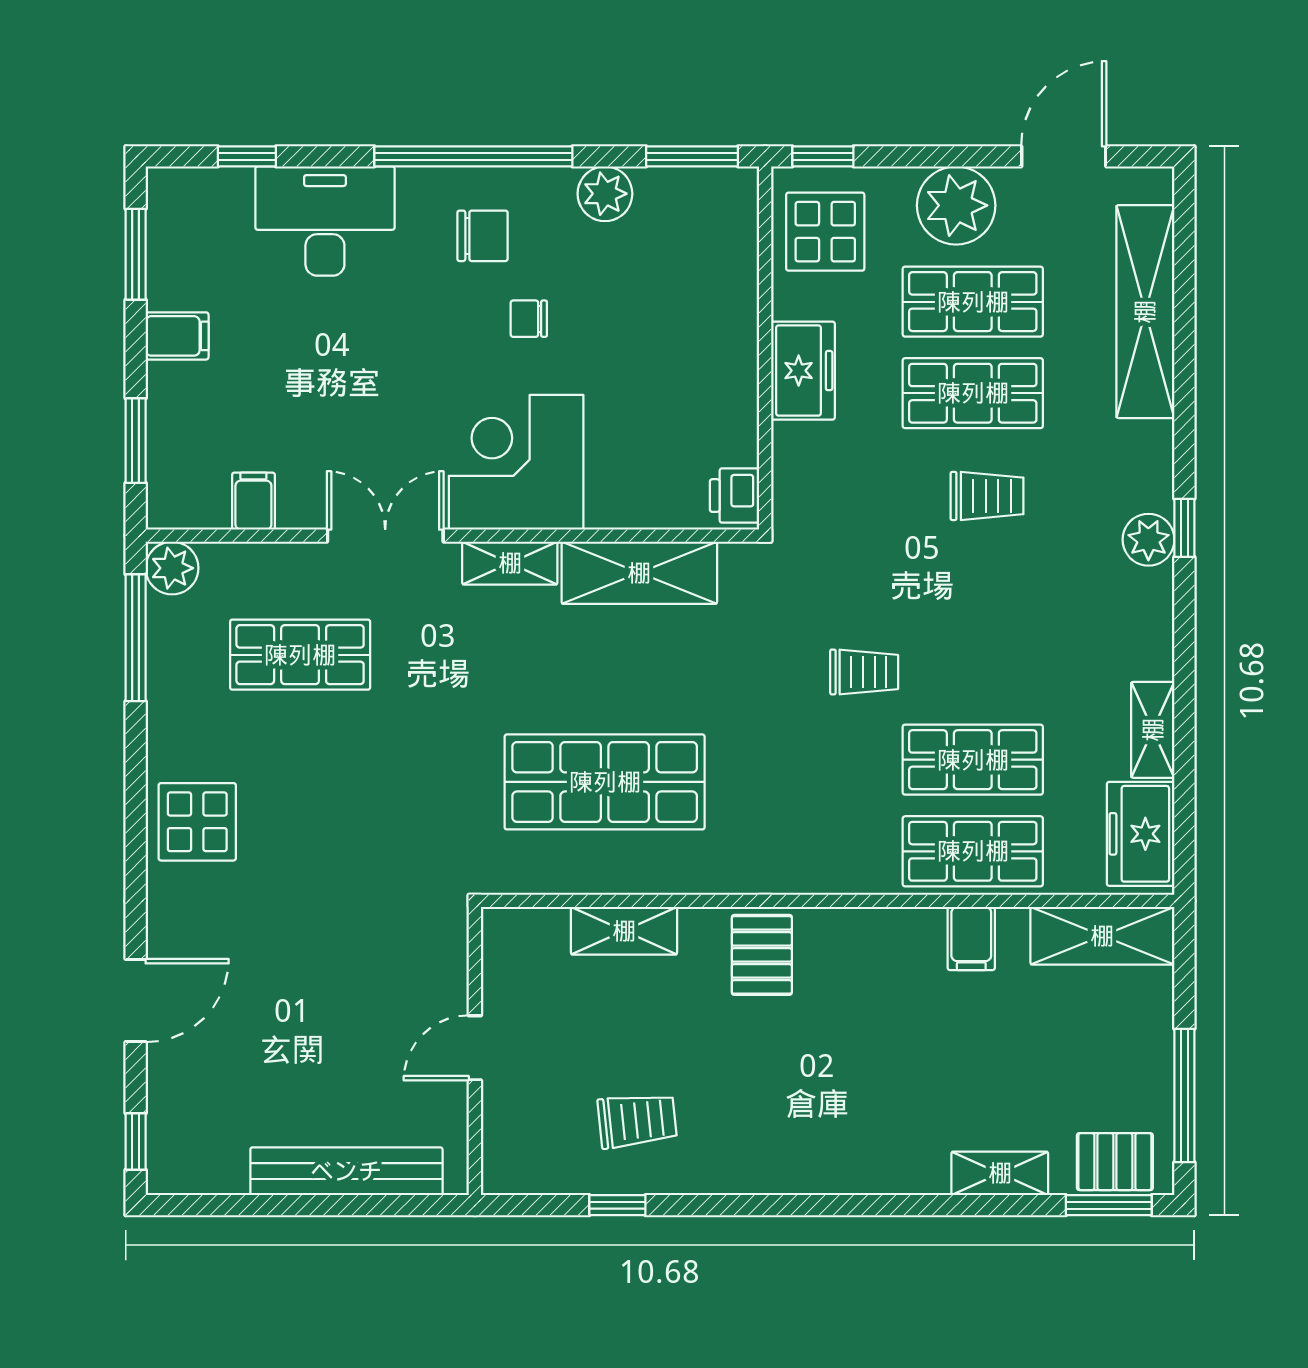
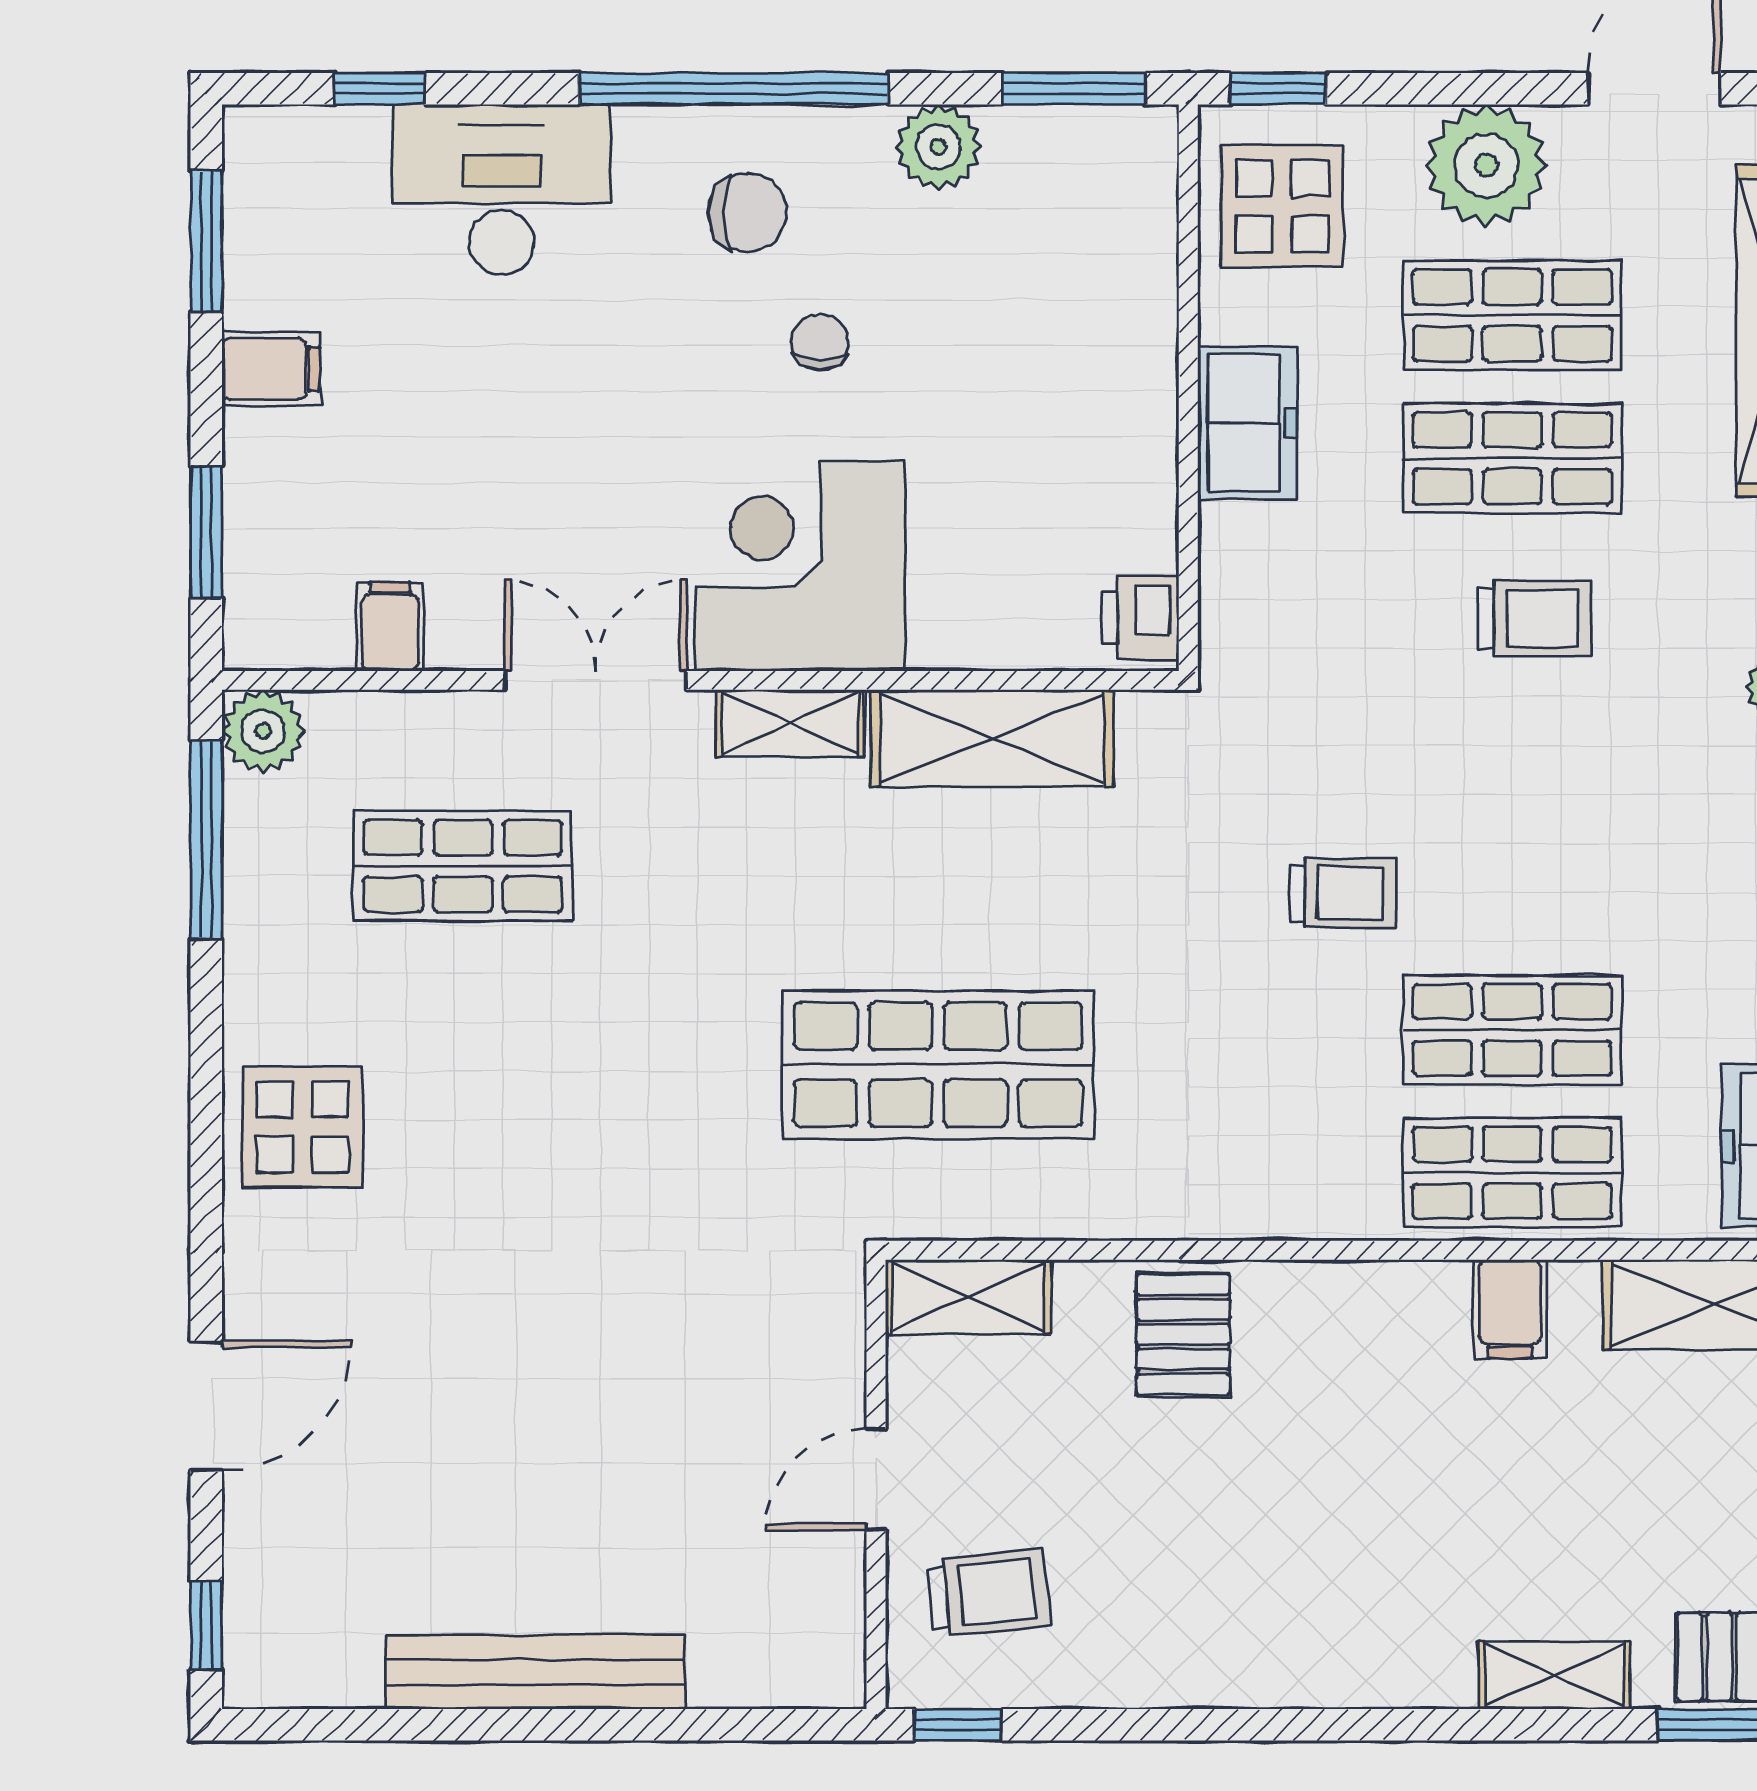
chair: (529, 319) -> (820, 342), turned 90
door: (475, 1048) -> (876, 1479), moved
wall: (475, 1051) -> (876, 1484), moved

